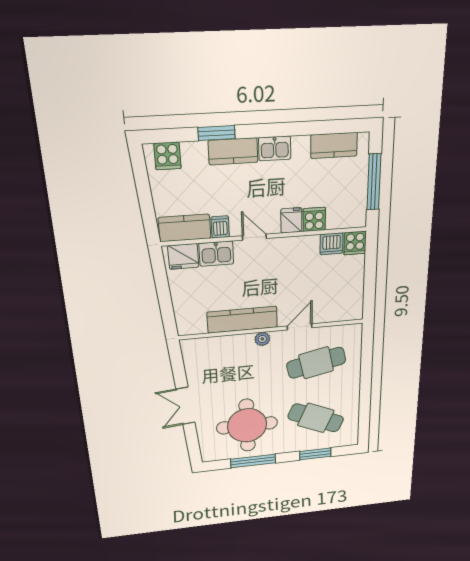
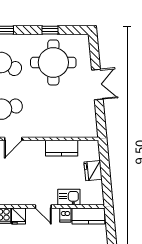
fridge: (183, 256) -> (93, 171), moved, turned -95
kitchen counter: (242, 320) -> (62, 148), width x0.67
plant: (262, 339) -> (40, 132), removed
window: (253, 461) -> (50, 30), width x0.46

